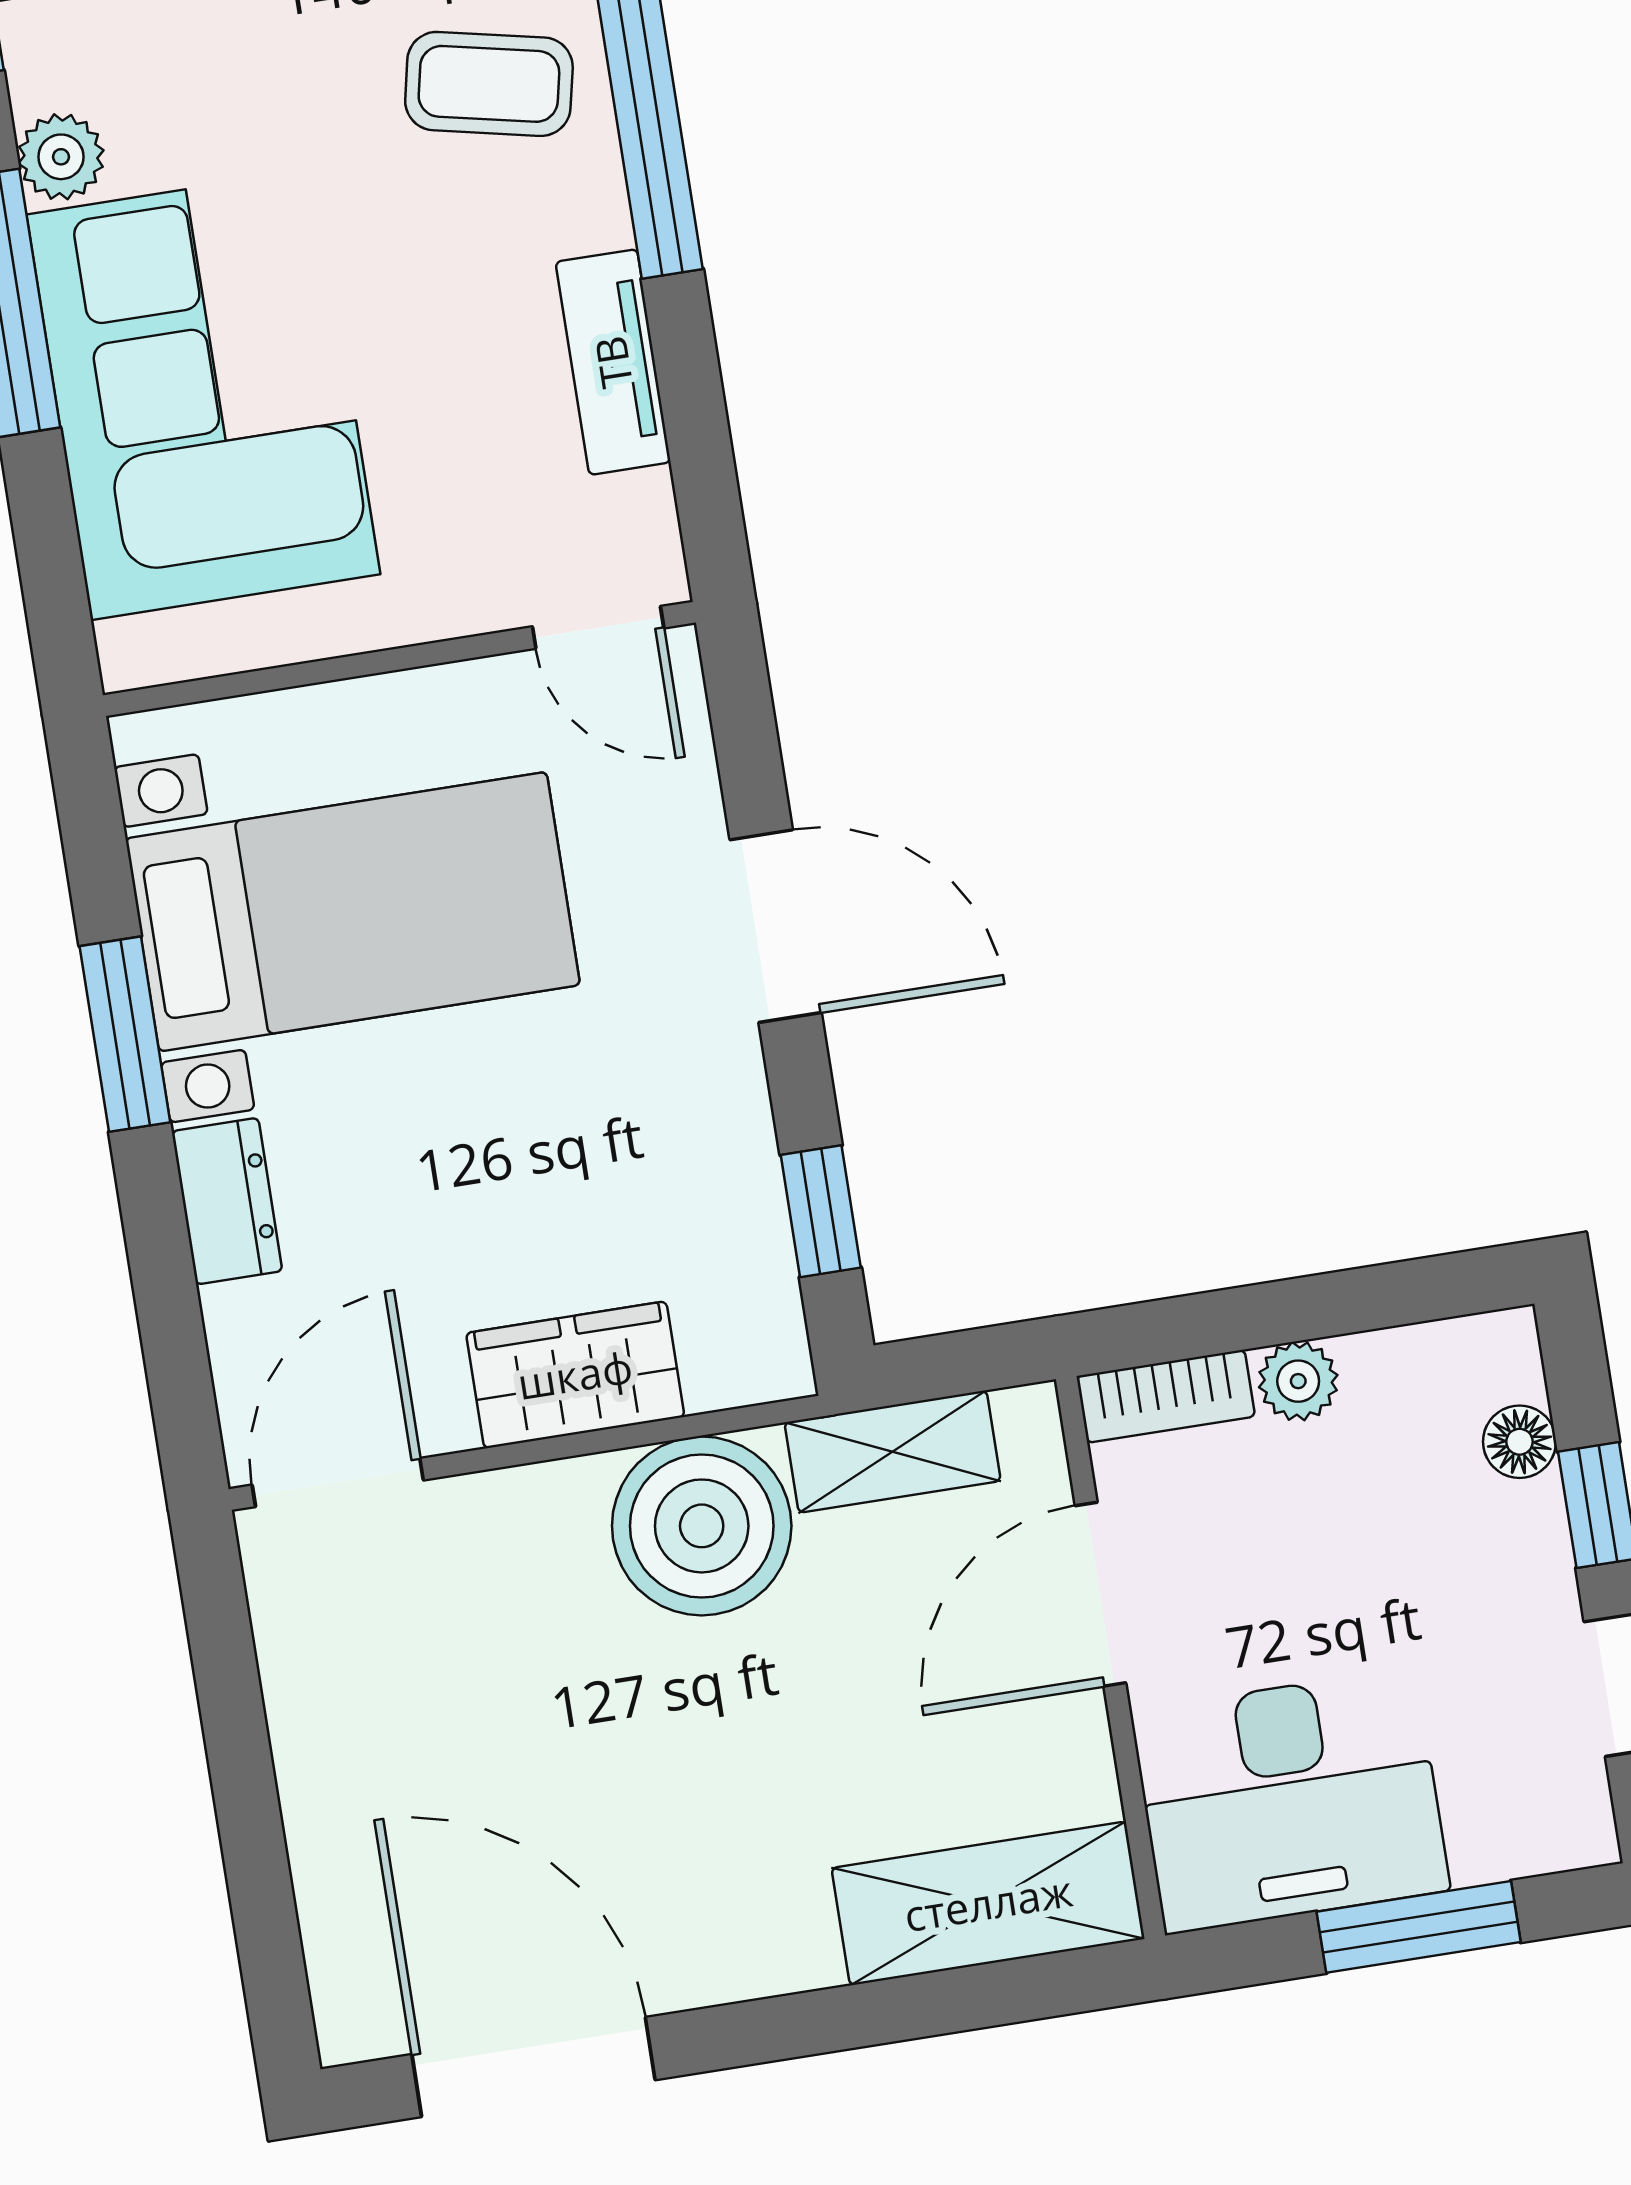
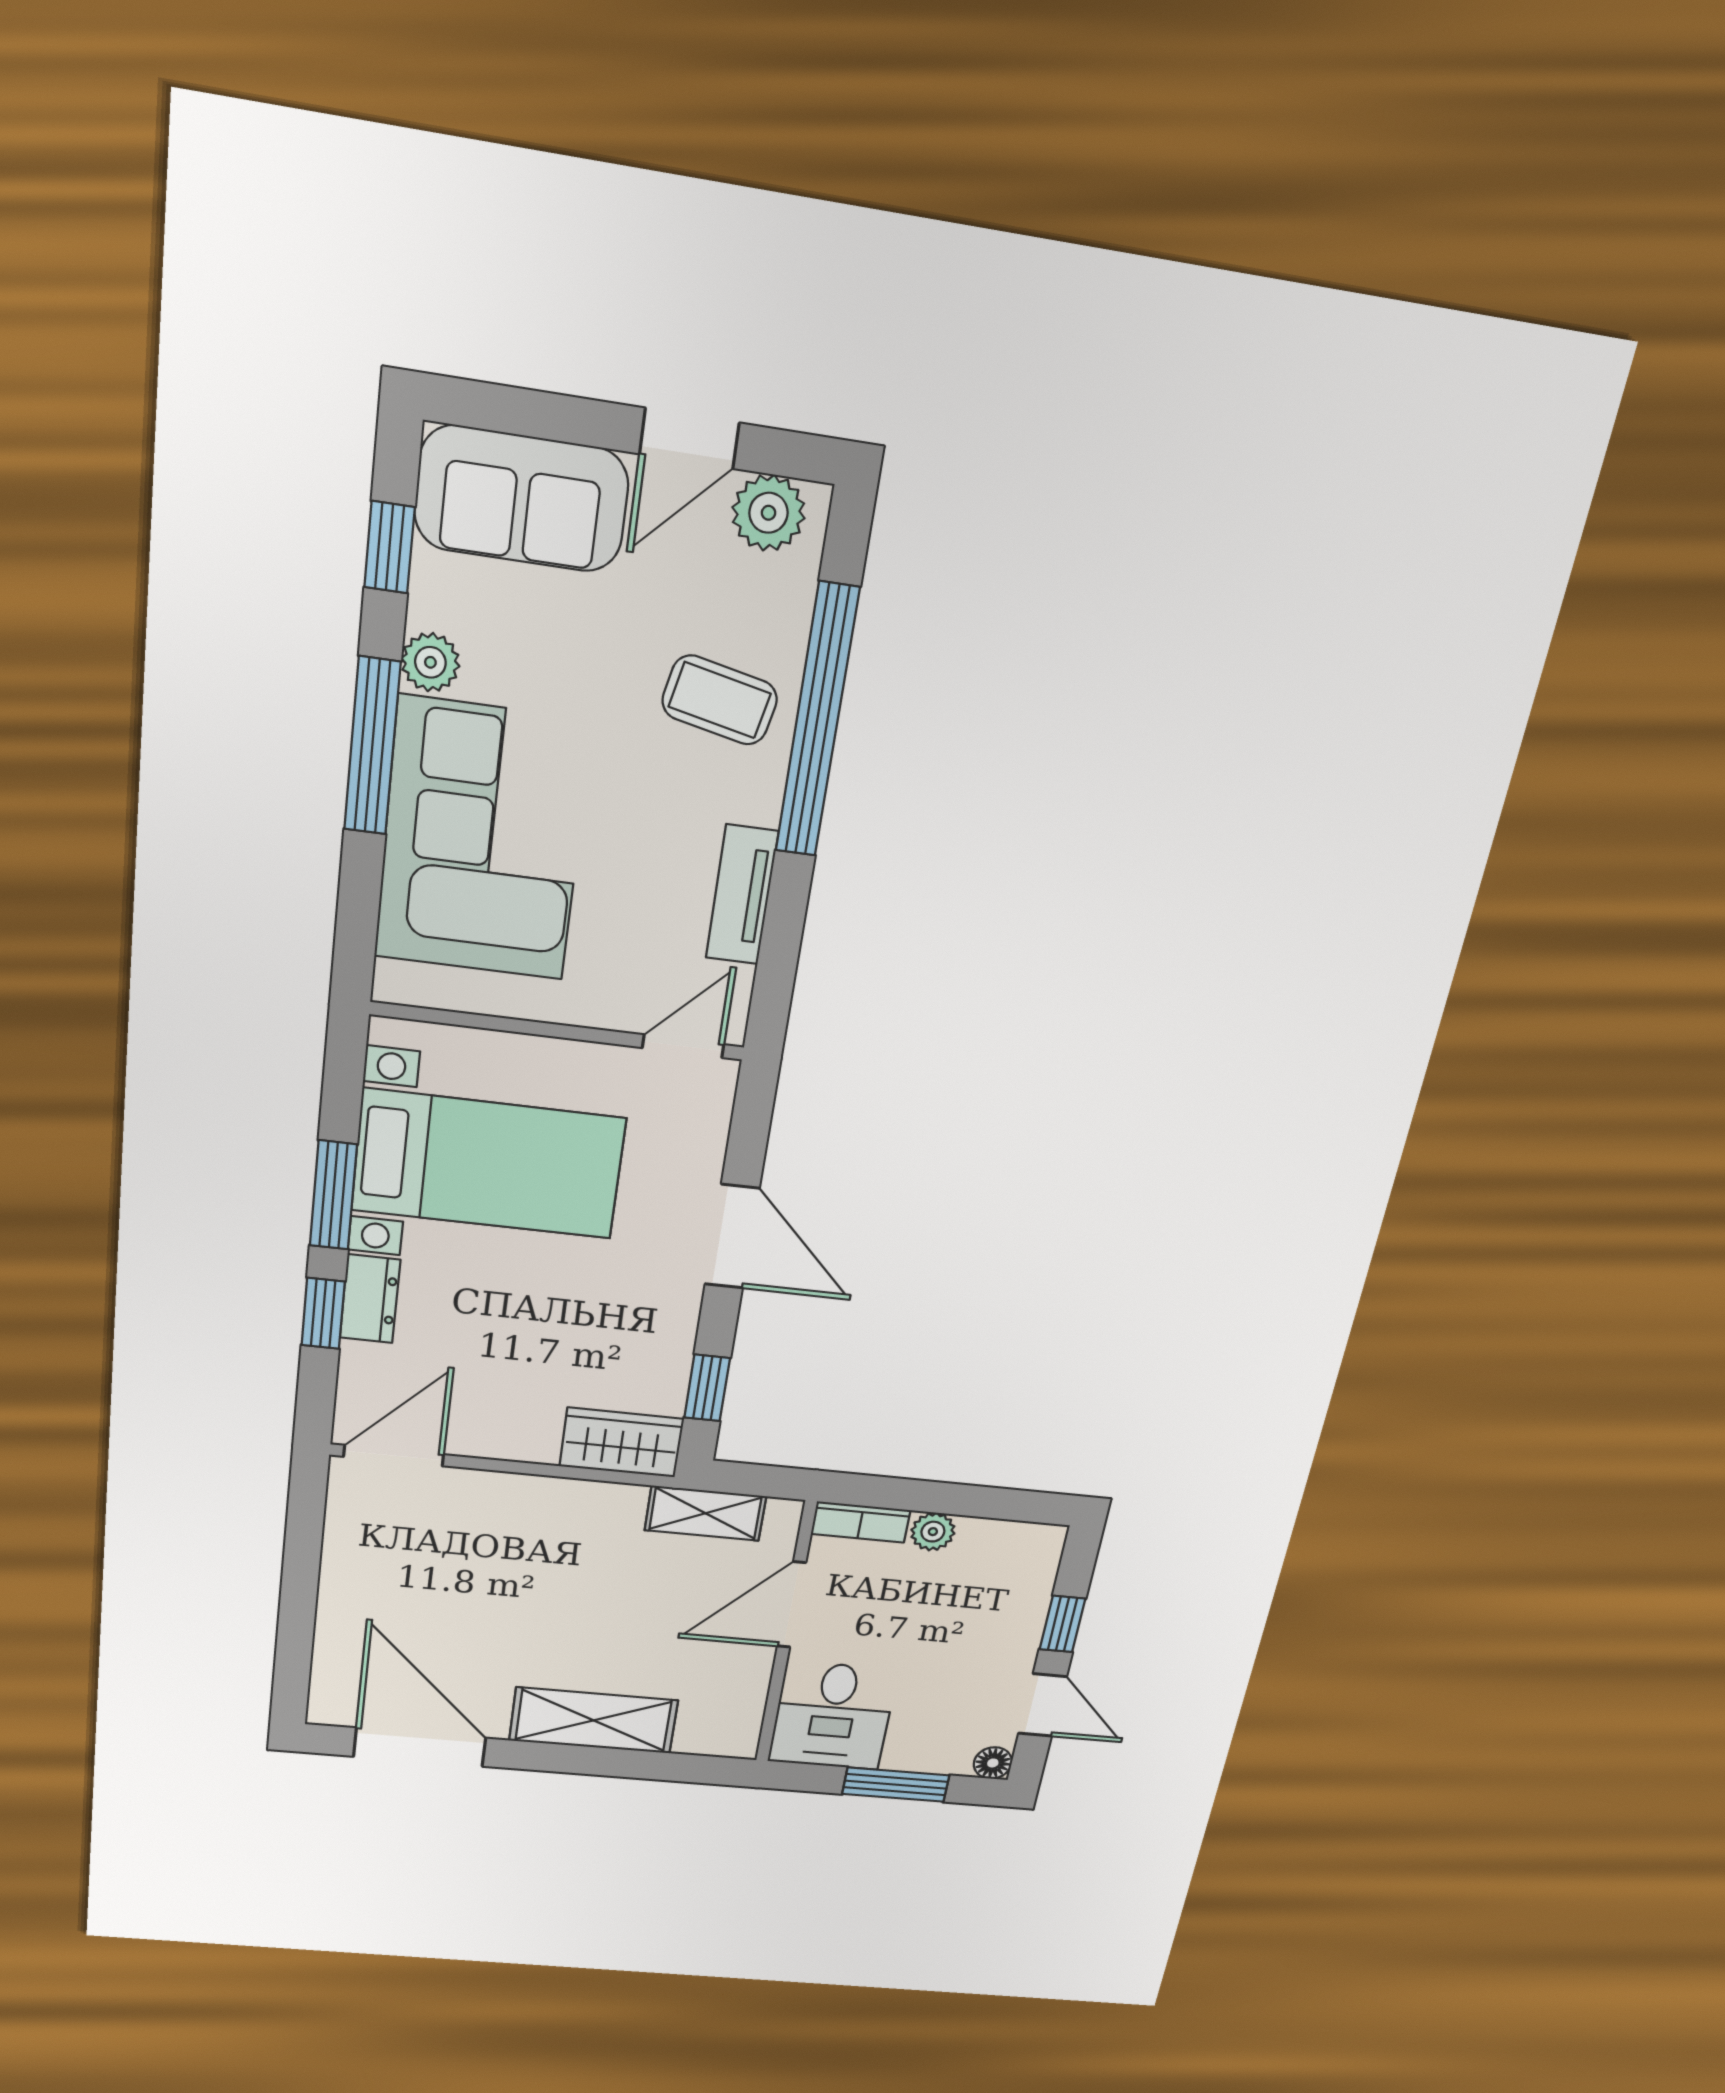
door: (598, 627) -> (683, 1046), swing flipped
window: (159, 1249) -> (323, 1313), added
wardrobe: (575, 1375) -> (622, 1443), moved
floor lamp: (1520, 1442) -> (993, 1763), moved
boiler: (702, 1526) -> (590, 1524), removed
desk: (1290, 1801) -> (833, 1716), width x0.73
shelving: (988, 1903) -> (594, 1720), moved

